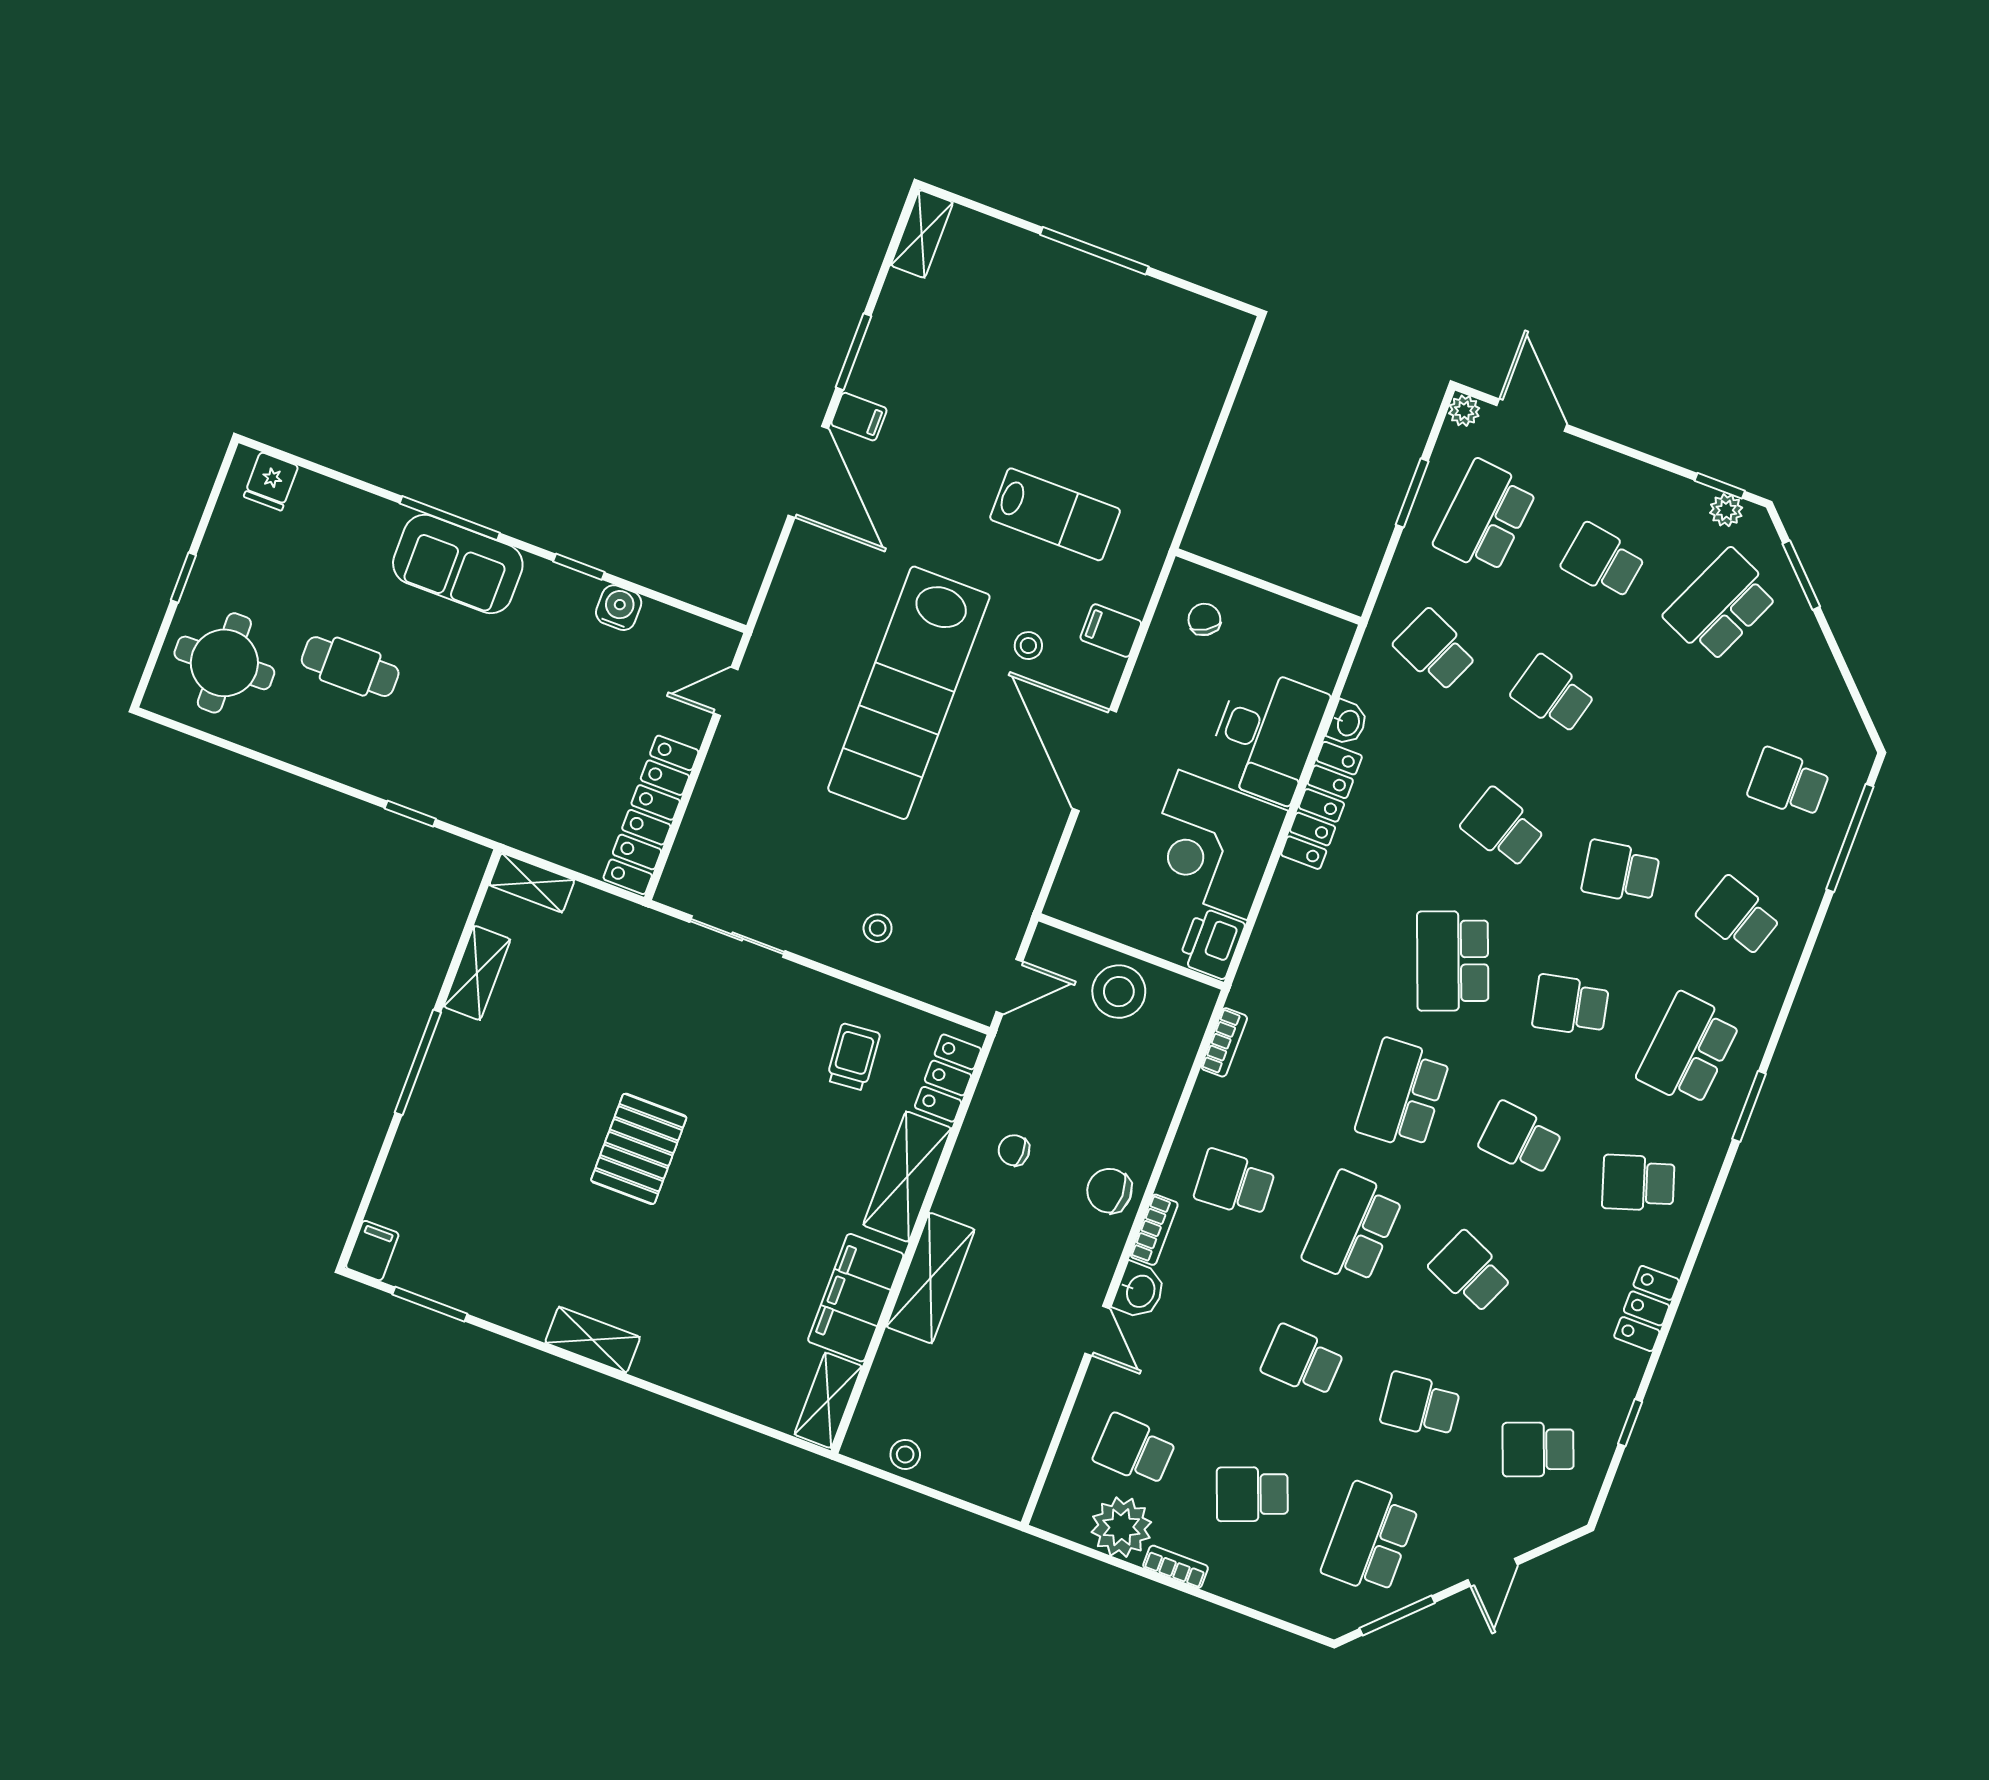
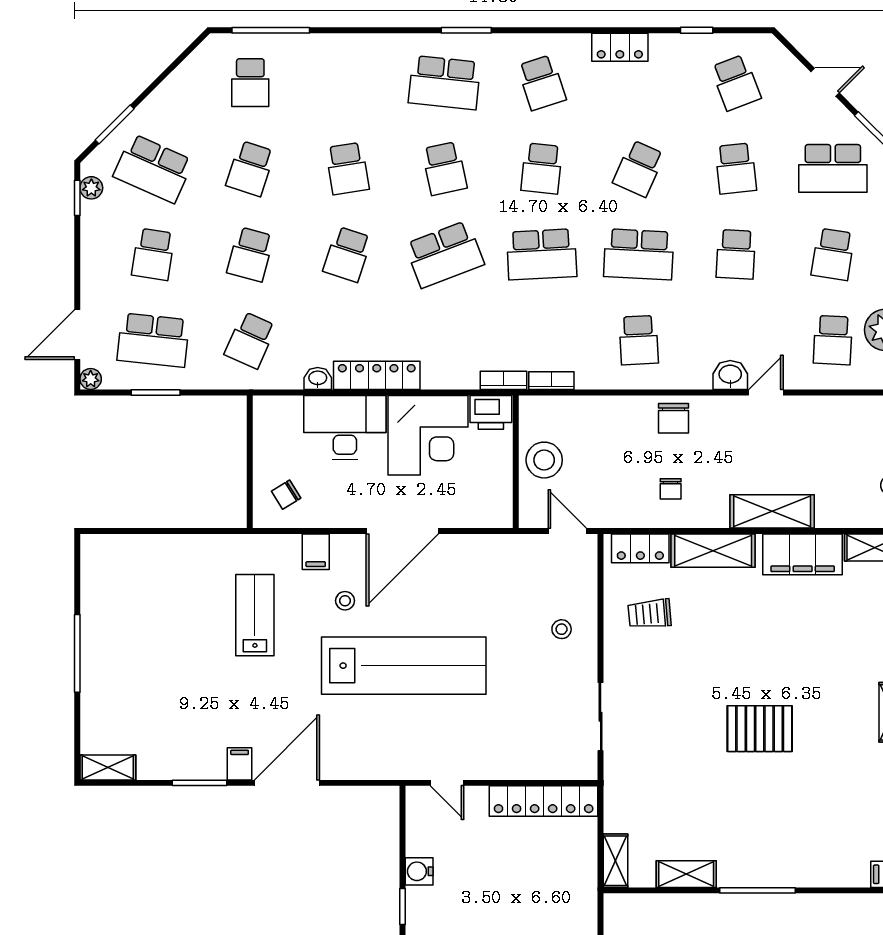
school desk: (1738, 916) -> (250, 168), moved
bookcase: (1154, 1230) -> (504, 380), moved
school desk: (1252, 1494) -> (833, 254), turned 30

